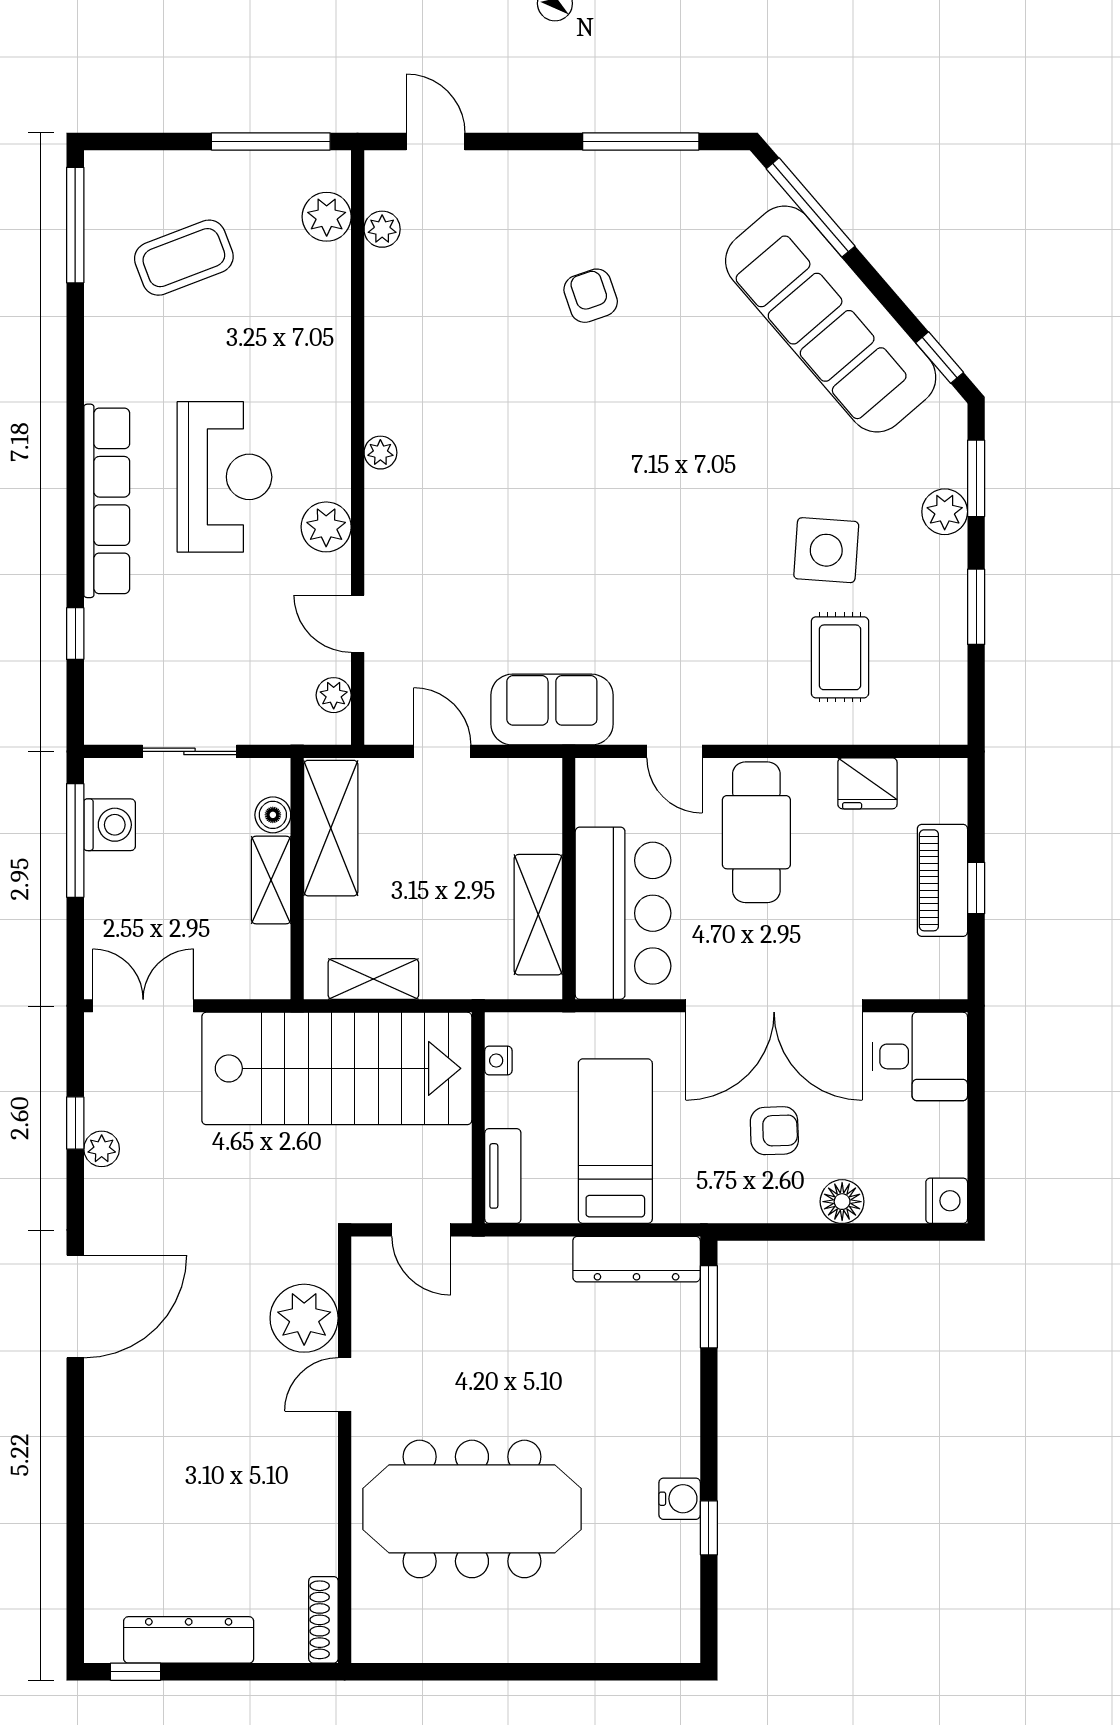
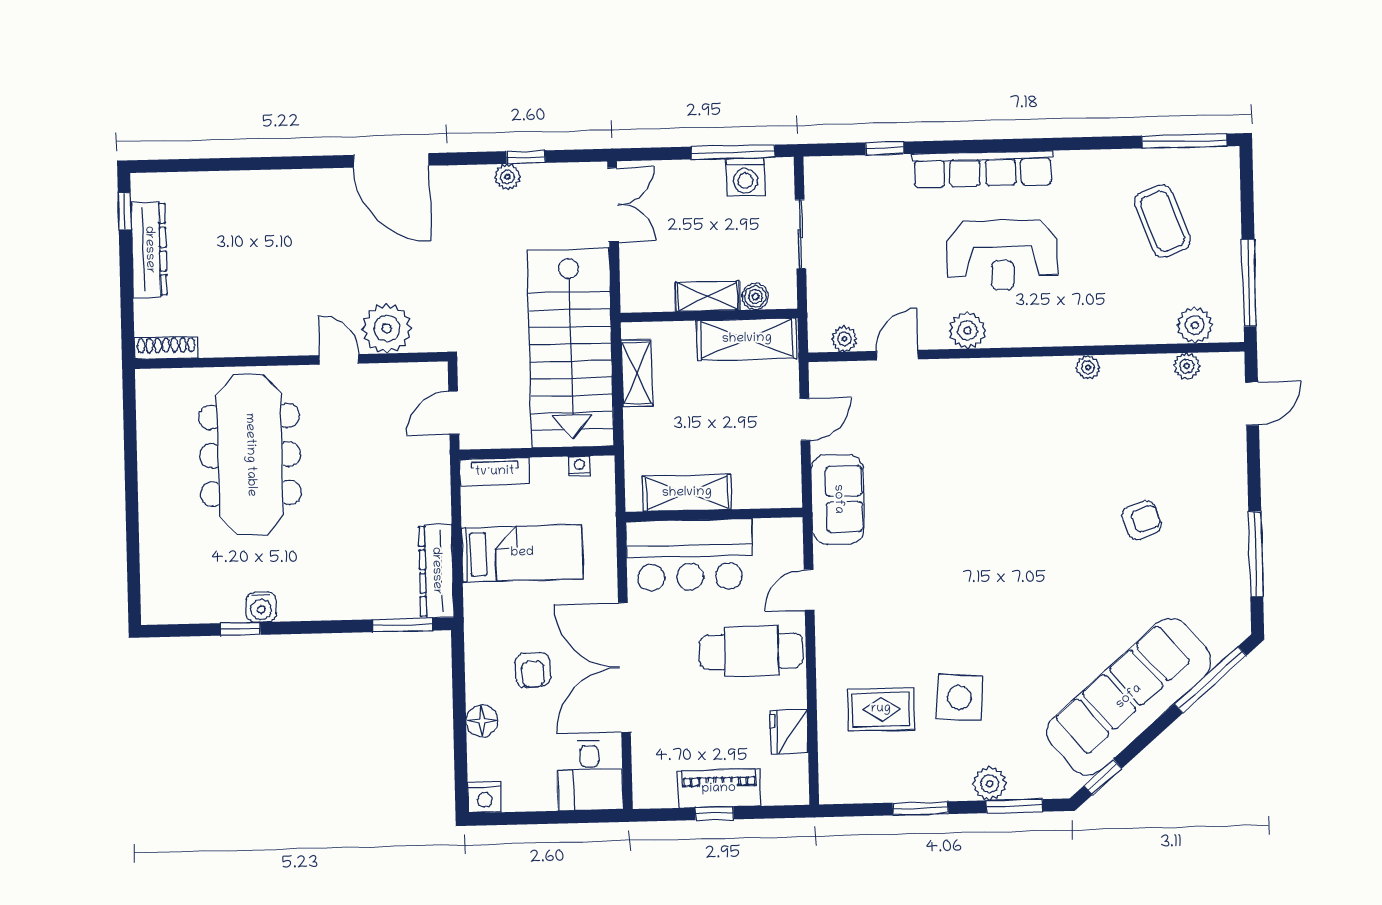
plant: (380, 453) -> (1088, 367), moved

